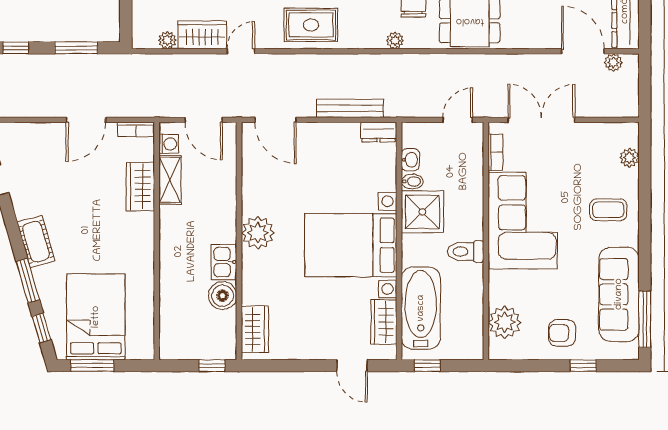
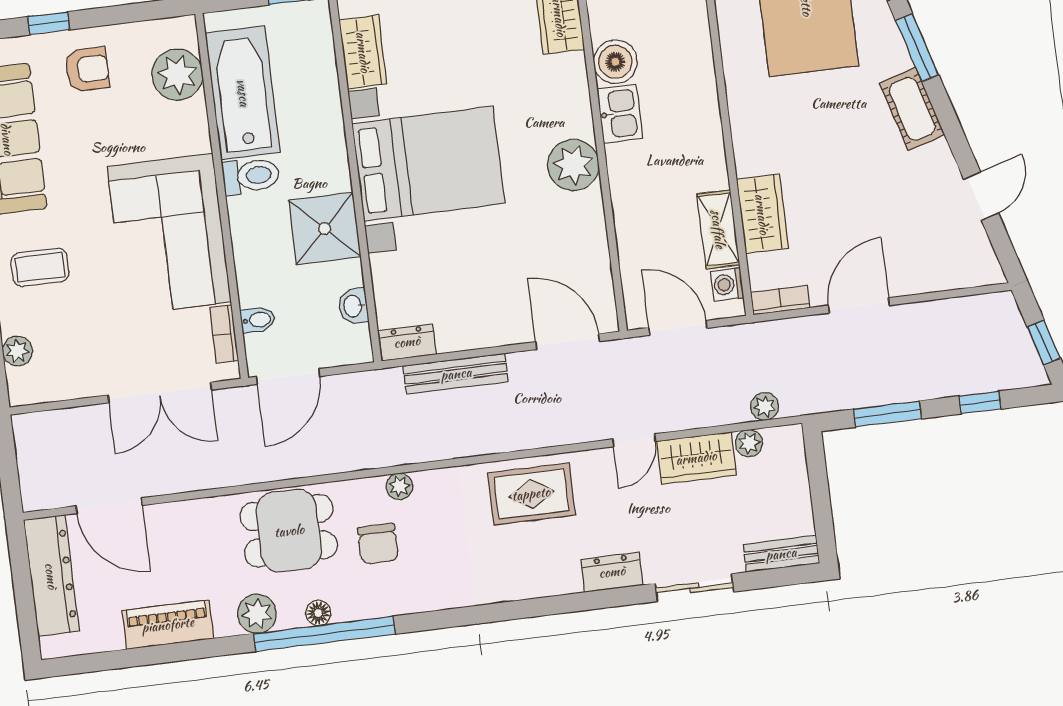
plant: (613, 62) -> (765, 407), moved
door: (458, 120) -> (288, 376), width x1.37
bidet: (412, 182) -> (258, 320), moved, turned 180
bathtub: (421, 308) -> (243, 93), moved, turned 180

